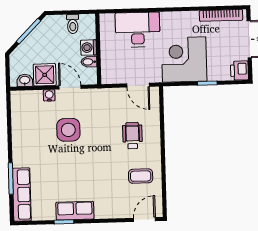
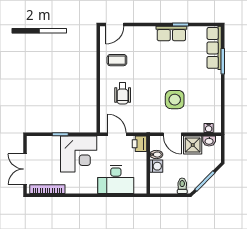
toilet: (73, 24) -> (182, 186), moved
printer: (239, 71) -> (140, 144), moved, turned 180
water cooler: (49, 95) -> (209, 128), moved

